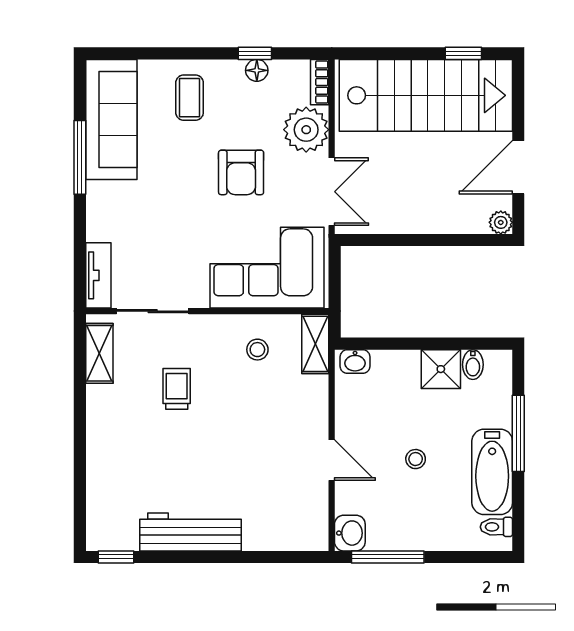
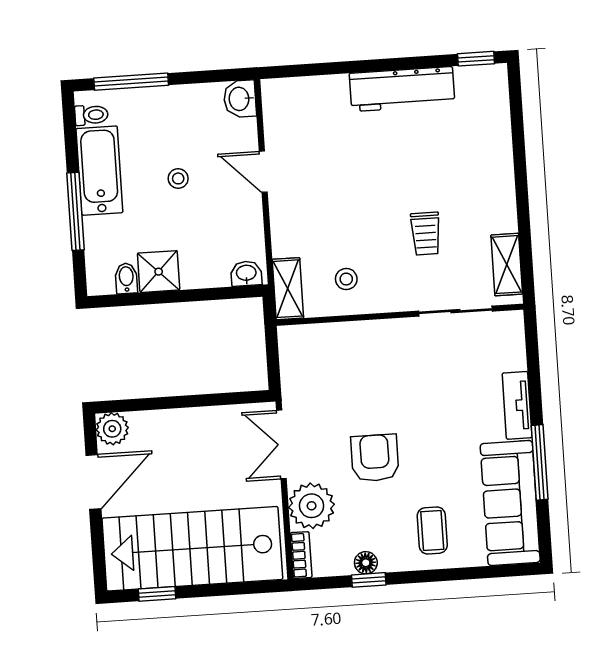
plant: (501, 222) -> (112, 429), width x1.38, depth x1.38
corner sofa: (267, 268) -> (342, 363), removed
tv unit: (98, 275) -> (517, 405), moved
window: (388, 557) -> (131, 82), moved

